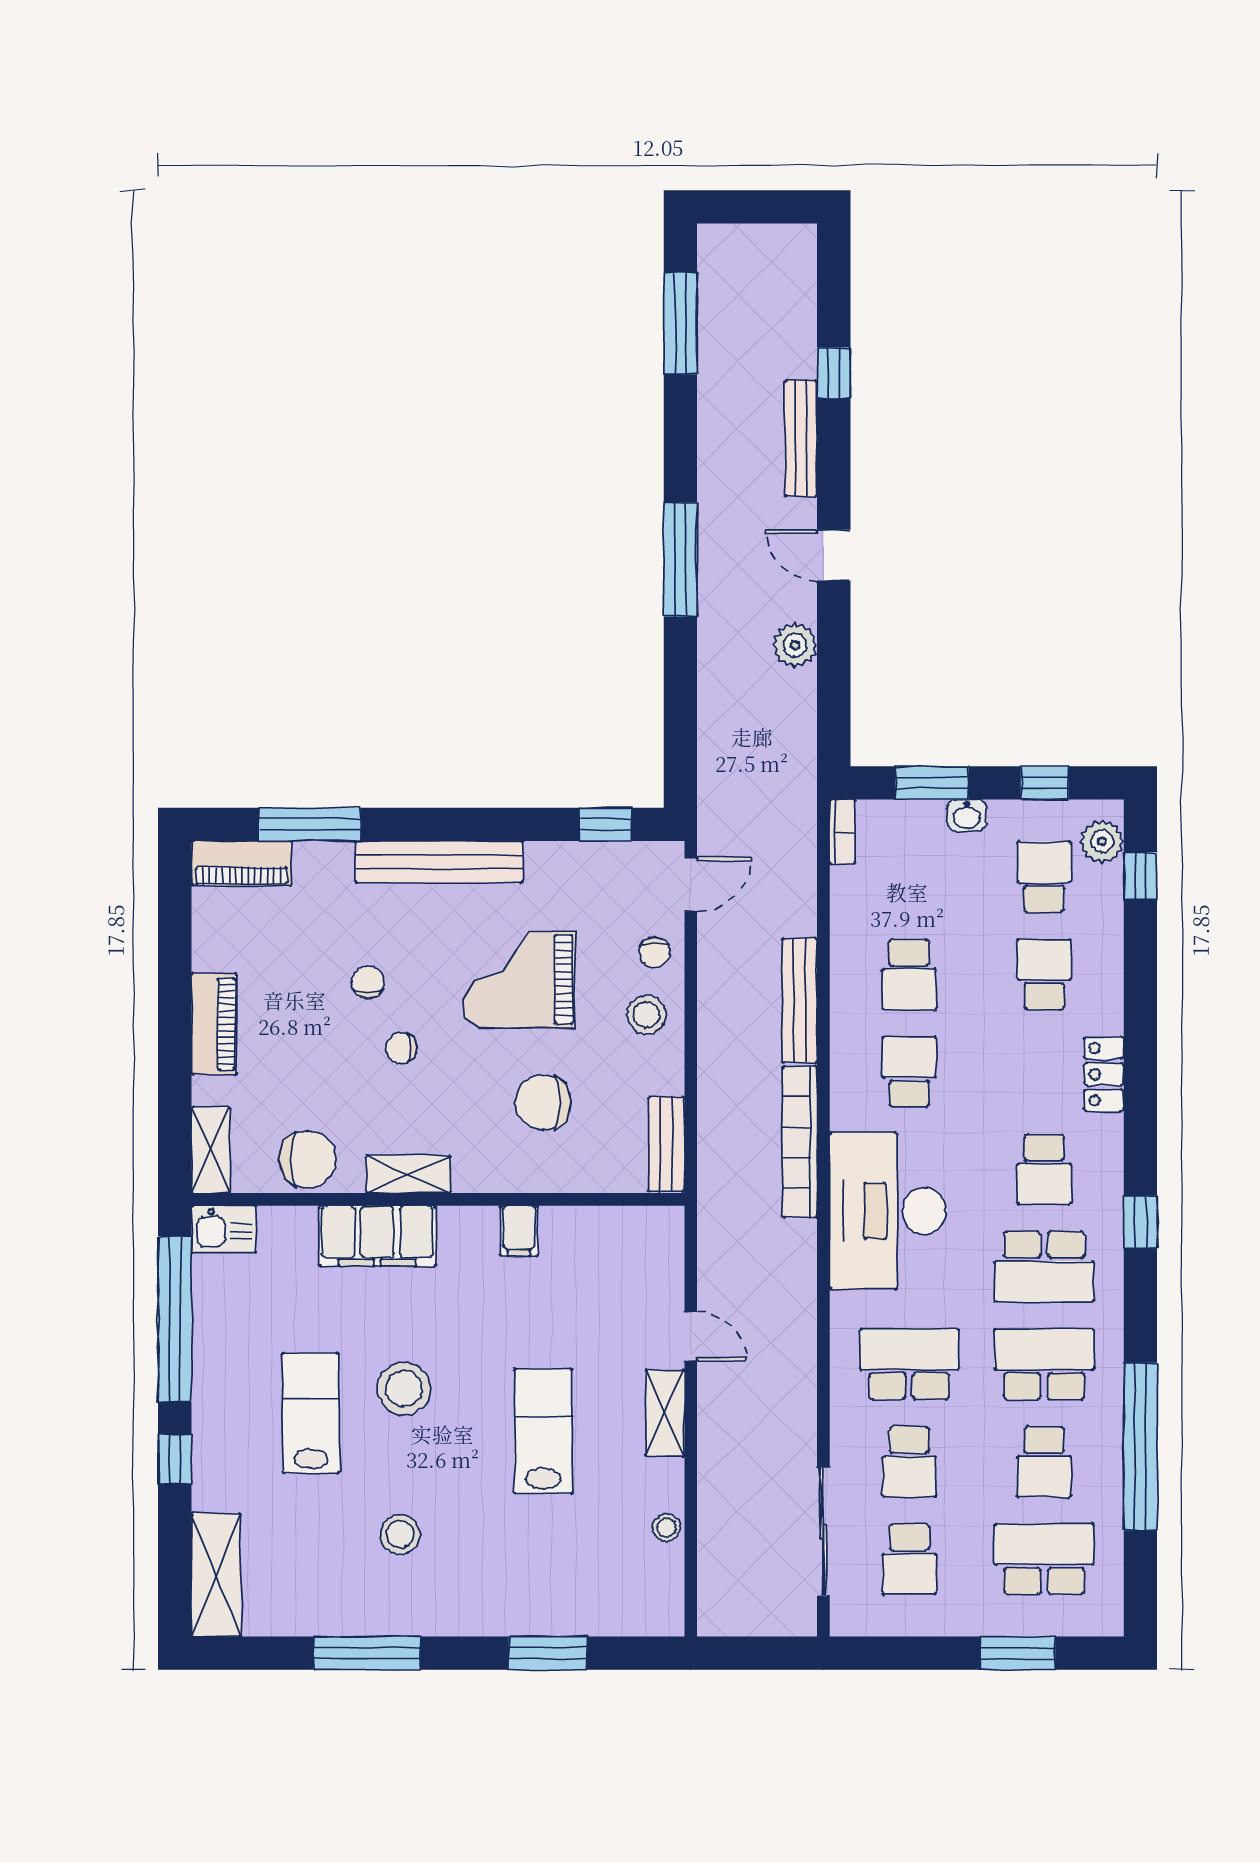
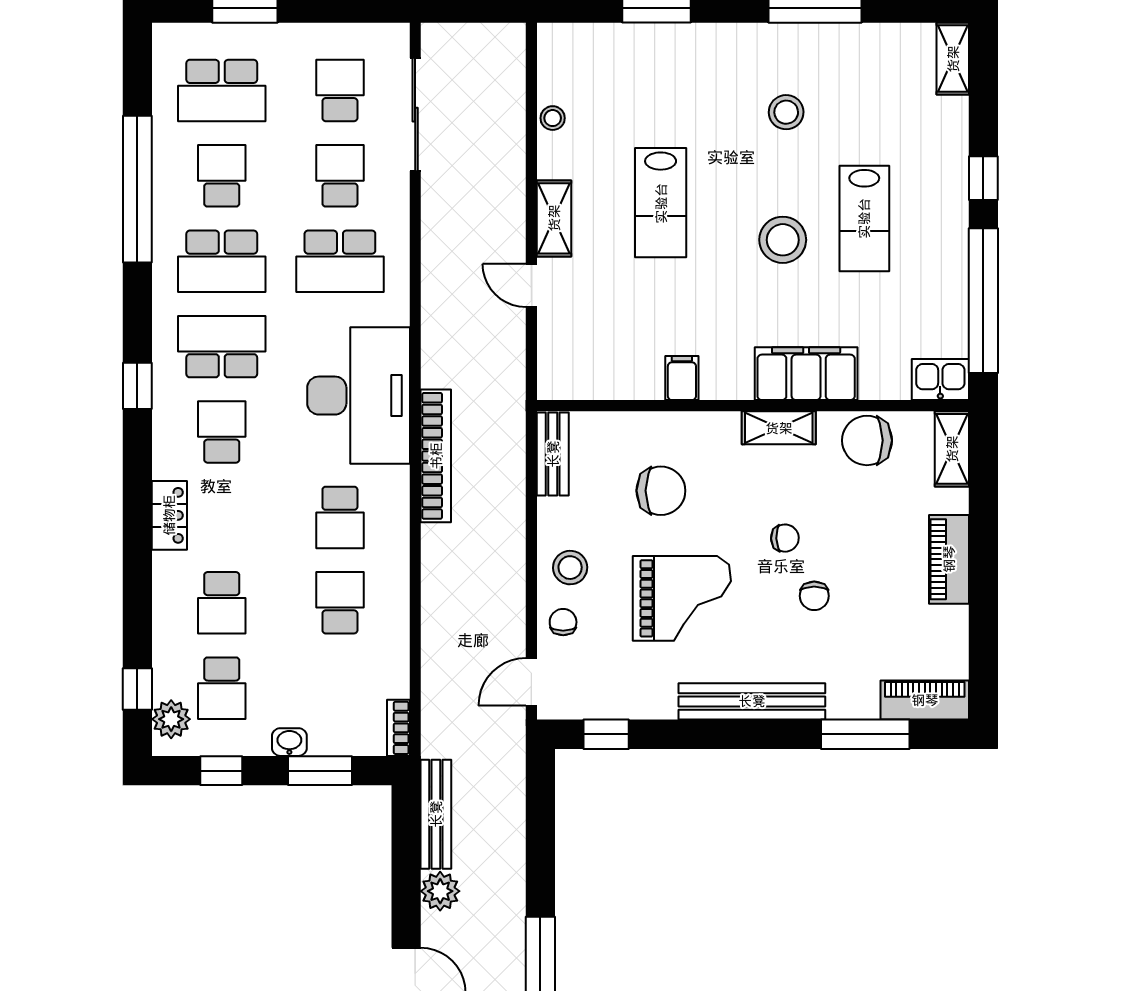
bench: (800, 1000) -> (436, 814), moved
shelving: (216, 1575) -> (953, 59), width x0.67, depth x0.75

